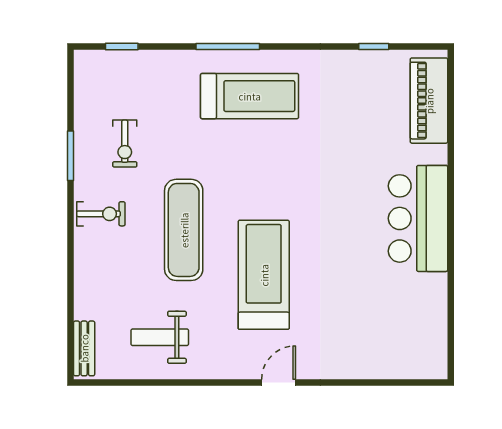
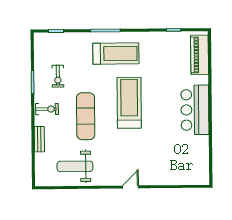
treadmill: (264, 275) -> (129, 103), moved
weight bench: (160, 337) -> (75, 166), width x1.36, depth x1.33
bench: (84, 348) -> (39, 139), moved

